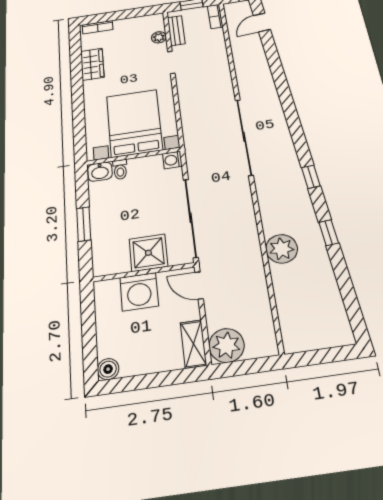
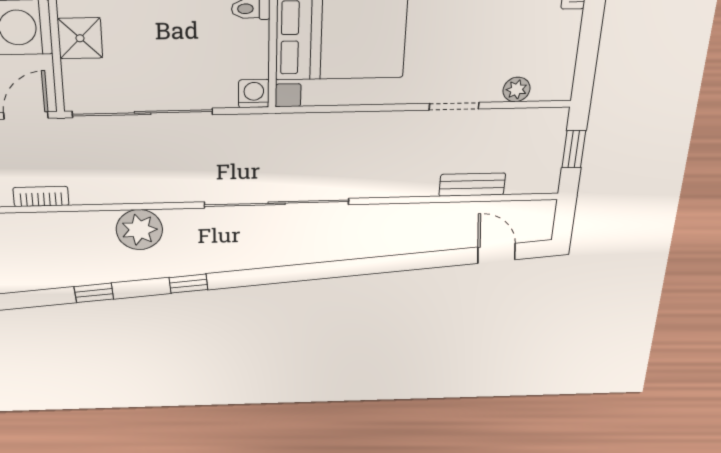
bookcase: (215, 16) -> (41, 197), moved
bench: (176, 31) -> (472, 185), moved
plant: (282, 249) -> (139, 230), moved
shower: (148, 253) -> (80, 38), width x0.73, depth x0.73

